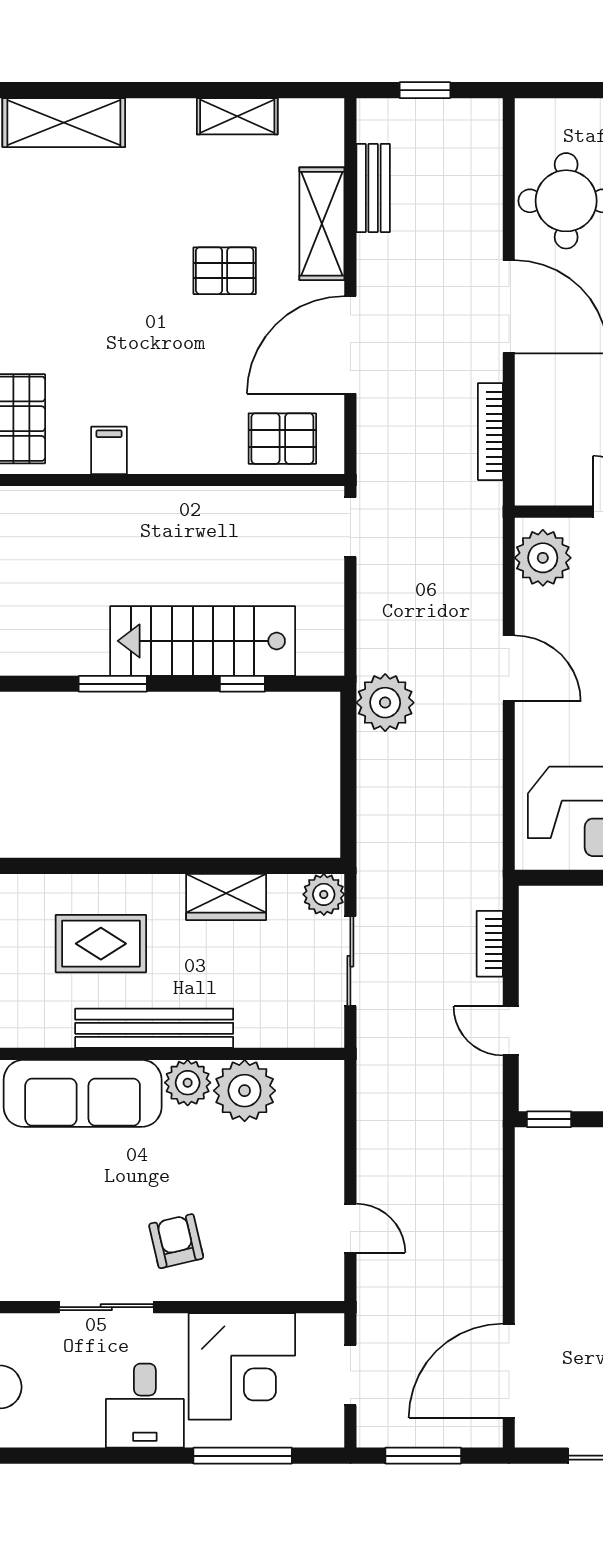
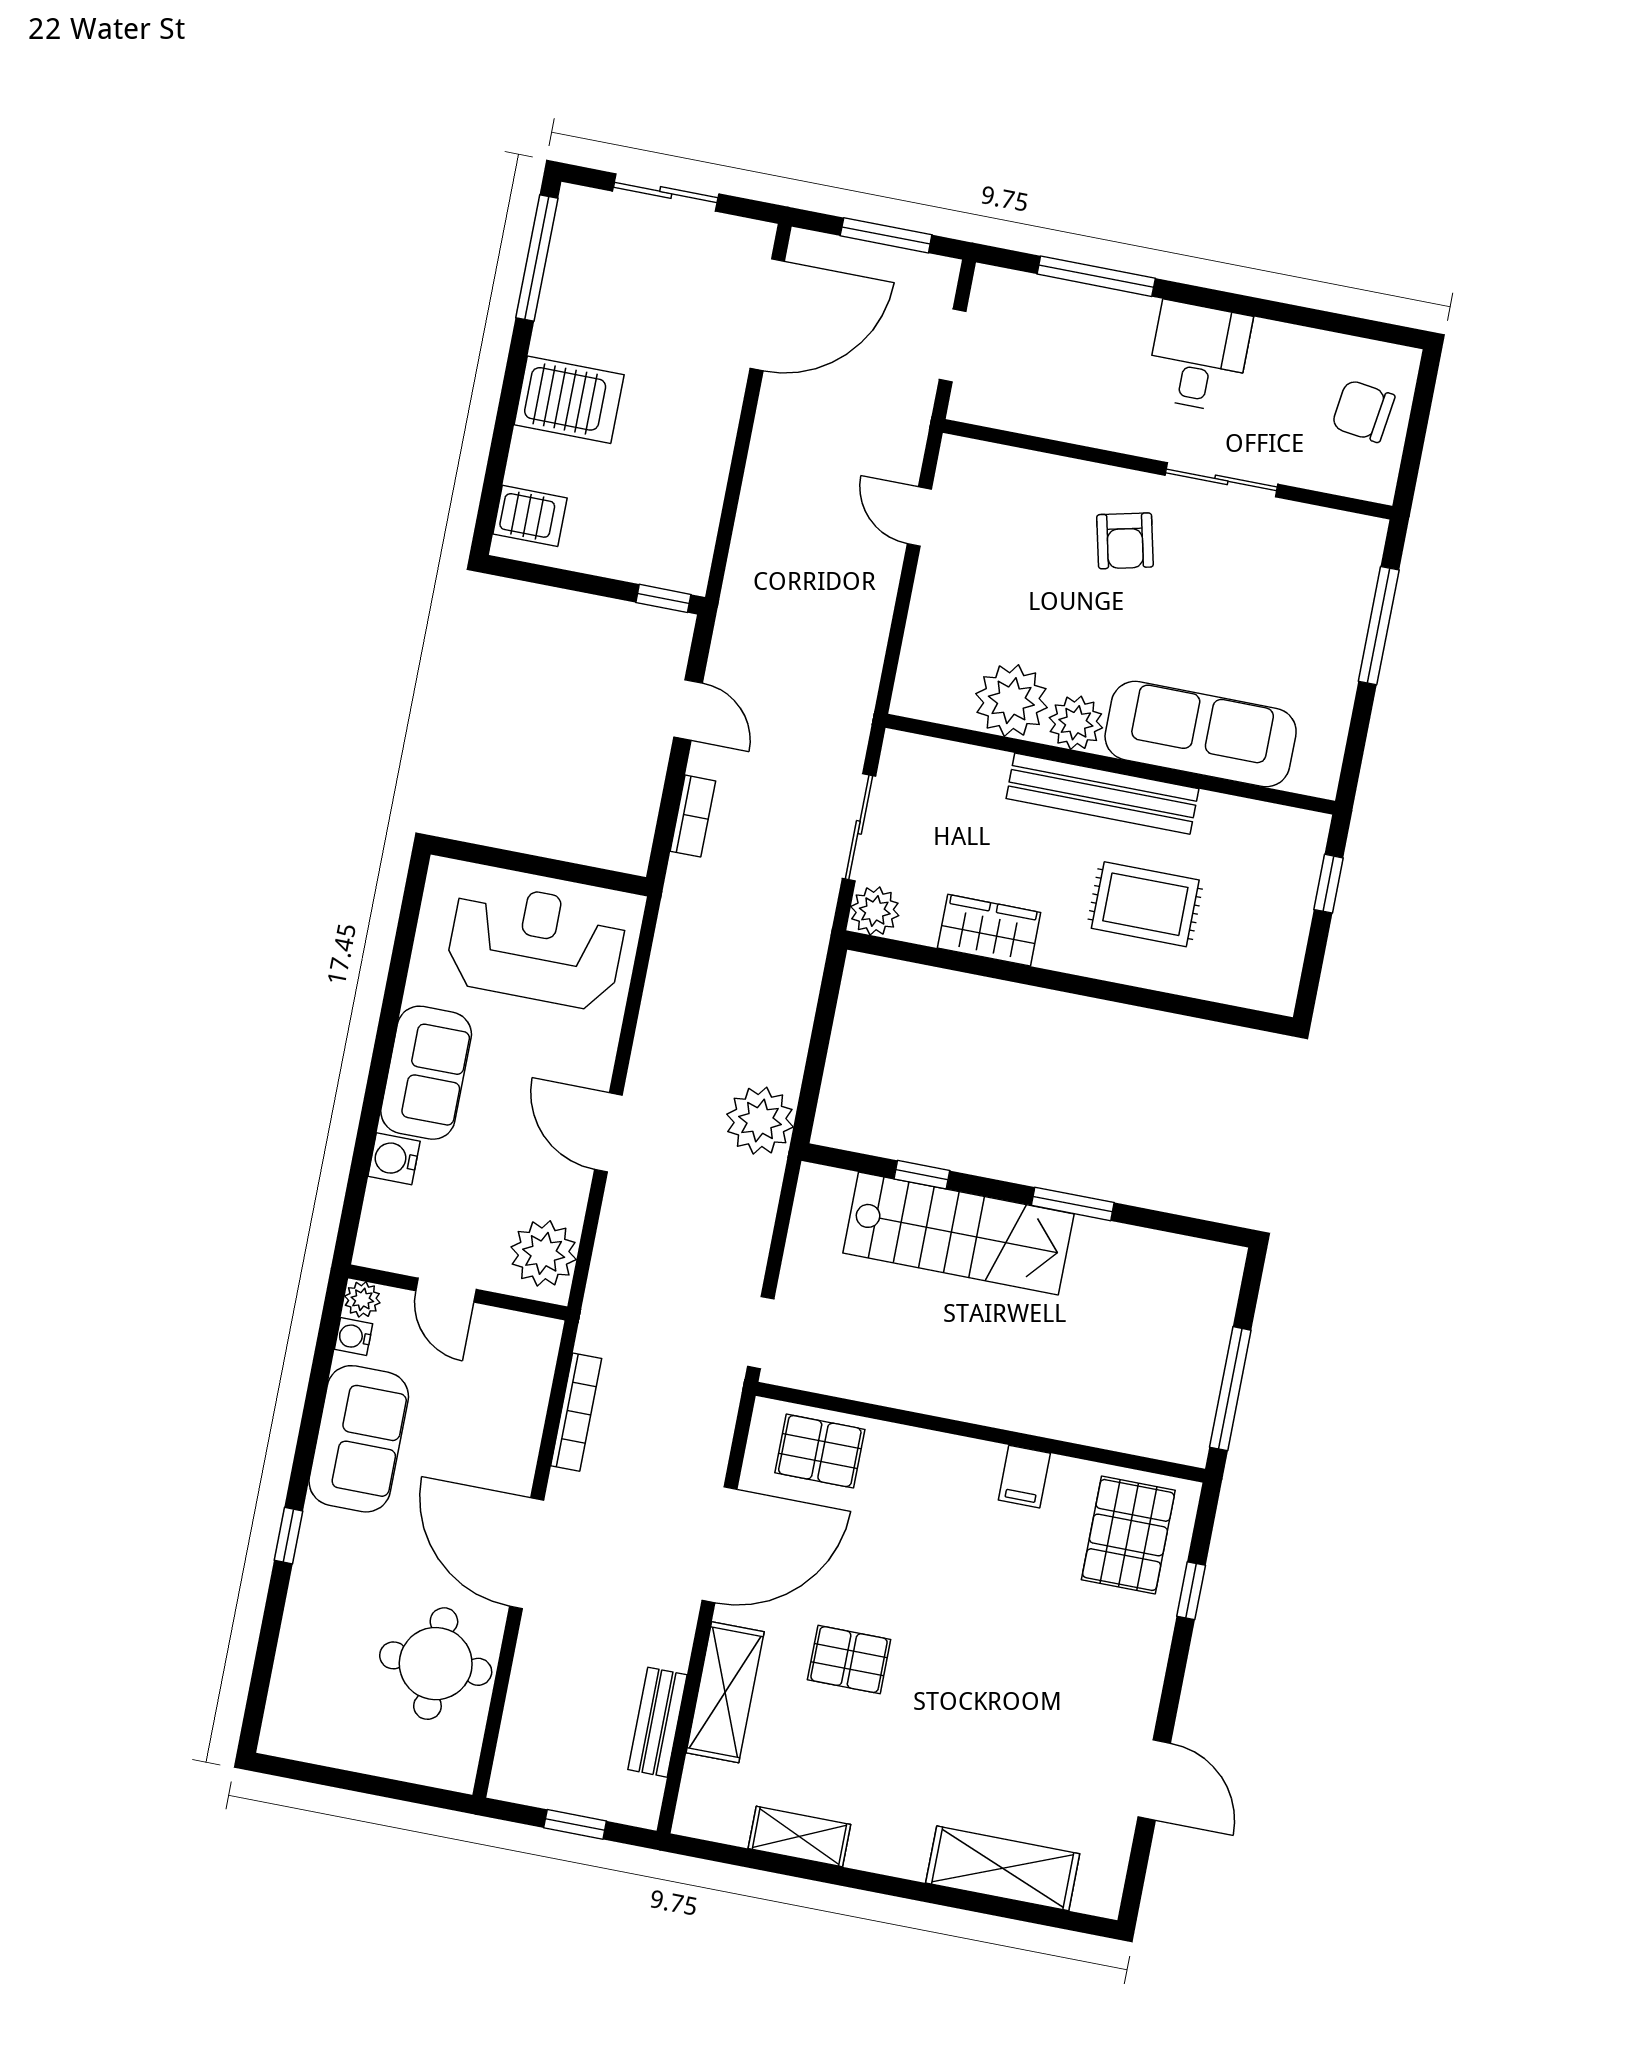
corner desk: (242, 1366) -> (1077, 380), removed

